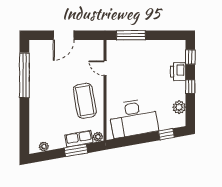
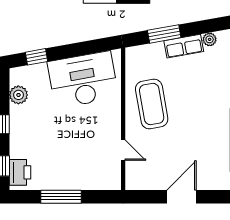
window: (131, 35) -> (61, 197), moved
printer: (178, 72) -> (20, 172), moved
plant: (98, 137) -> (133, 53), removed
row of seats: (79, 139) -> (184, 46), moved

